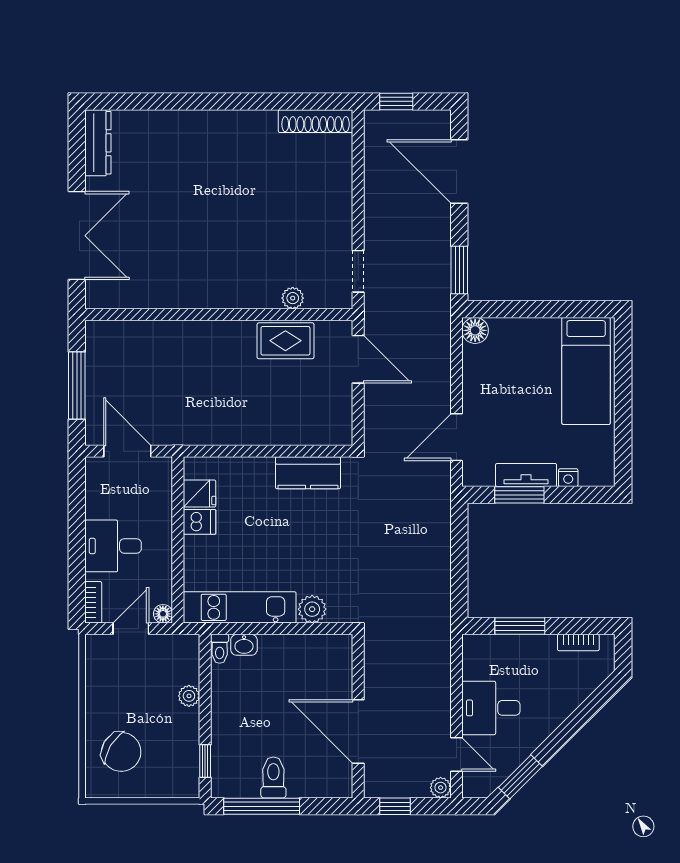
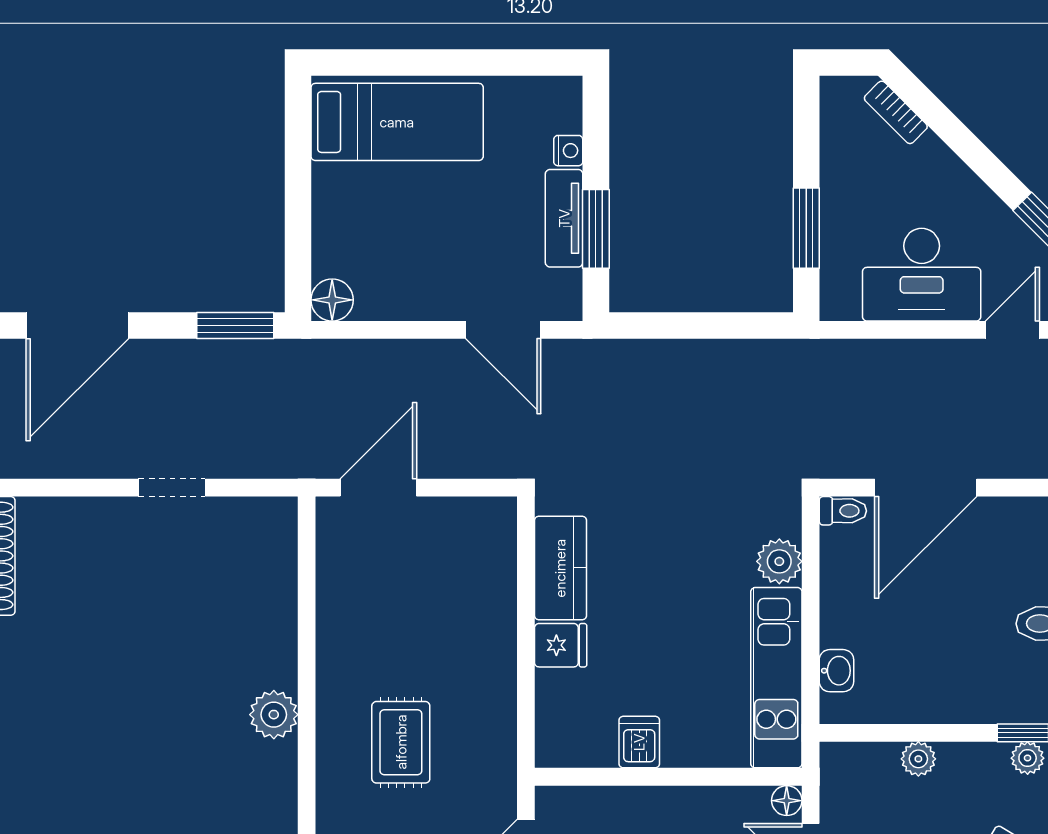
doorway: (358, 271) -> (172, 488), moved
plant: (293, 298) -> (274, 715), moved, width x1.38, depth x1.38
rug: (285, 341) -> (401, 742), moved
fridge: (200, 494) -> (561, 645), moved, turned 90
bookcase: (578, 642) -> (896, 112), moved, turned 135
toilet: (220, 649) -> (843, 511), moved
desk: (491, 708) -> (922, 275), width x1.37
door: (358, 731) -> (926, 488), moved
plant: (190, 764) -> (1028, 758), added

